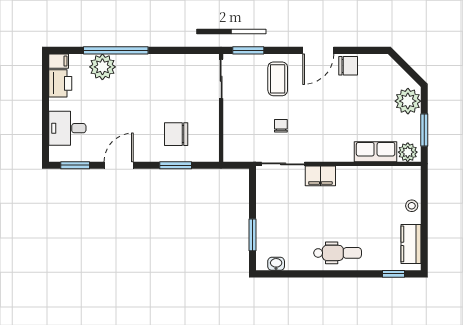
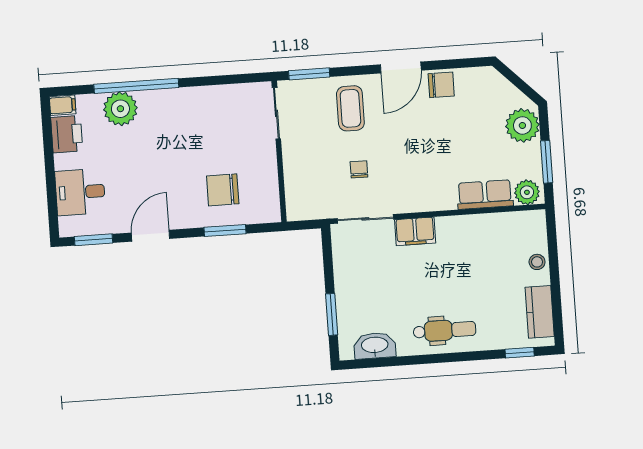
washbasin: (276, 264) -> (375, 346), width x1.91, depth x1.45

